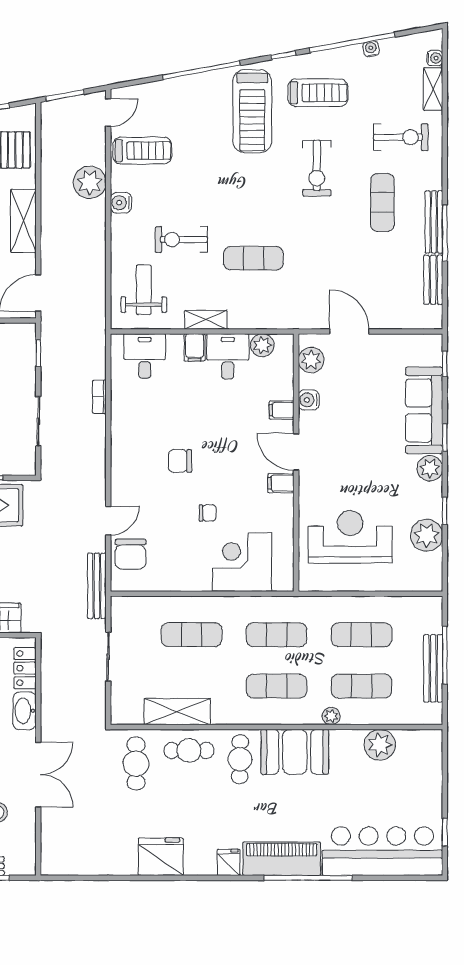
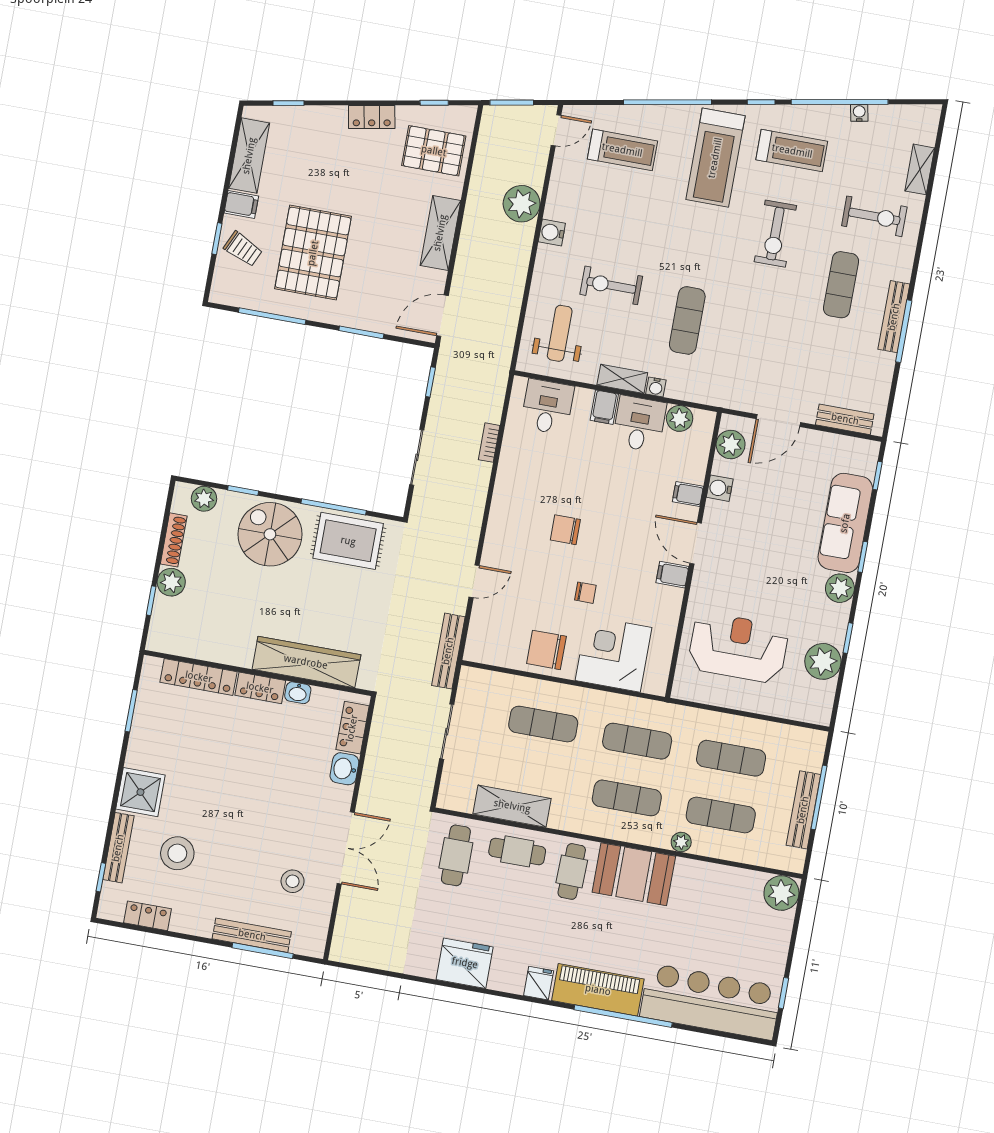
water cooler: (435, 58) -> (656, 387), moved, turned 90
treadmill: (142, 151) -> (622, 150), moved
exercise mat: (253, 258) -> (687, 320), turned 90
bench: (433, 280) -> (845, 419), moved, turned 90
door: (349, 331) -> (778, 421), swing flipped
chair: (131, 554) -> (546, 650), moved, turned 90
washbasin: (25, 711) -> (344, 769), width x0.72
plant: (380, 745) -> (781, 893), moved

